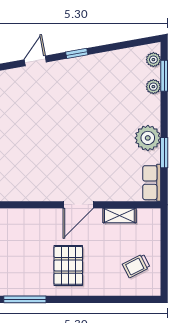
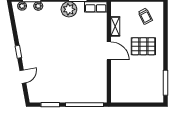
door: (35, 61) -> (23, 77), swing flipped
pallet: (68, 265) -> (143, 46), moved

